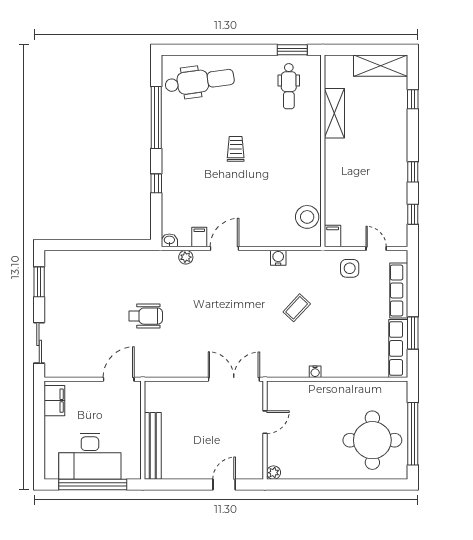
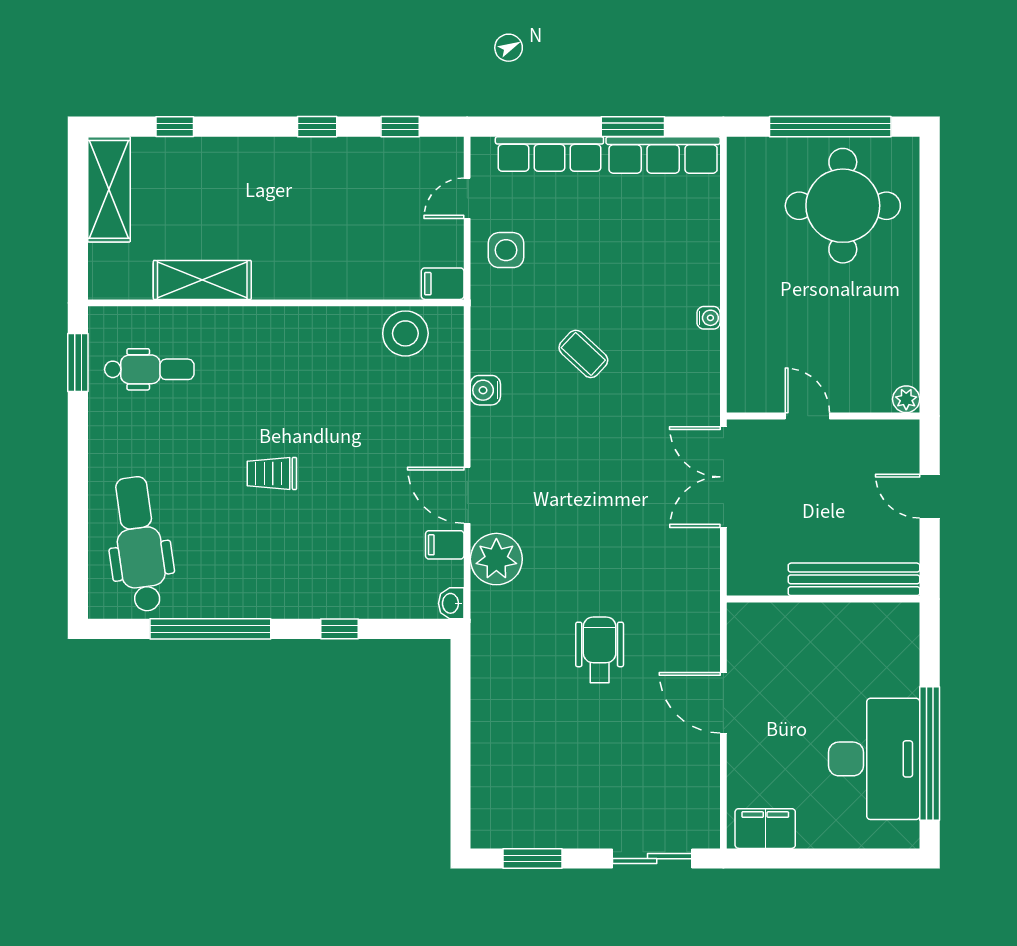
plant: (186, 257) -> (496, 559), width x1.88, depth x1.88
wall: (143, 430) -> (823, 599), moved
bench: (153, 446) -> (854, 579), moved

